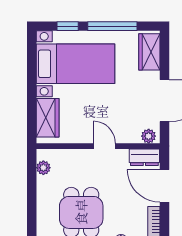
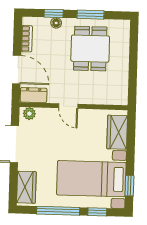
window: (32, 57) -> (129, 186), added
plant: (43, 168) -> (122, 89), removed

